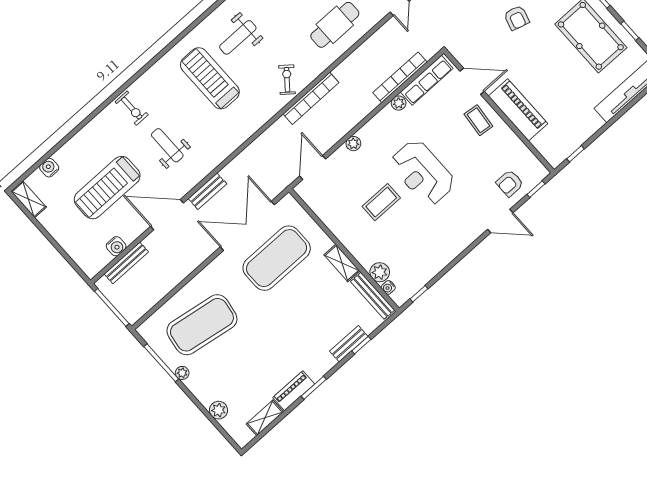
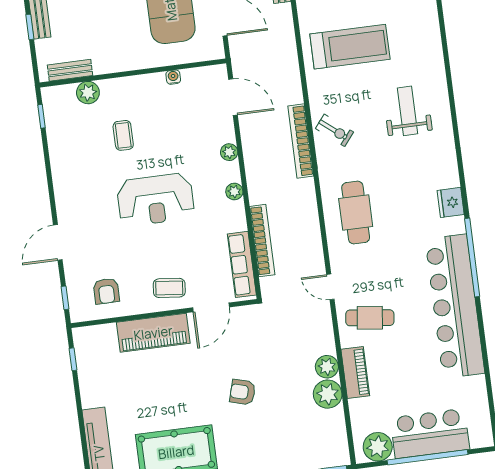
treadmill: (210, 78) -> (350, 47), moved
plant: (399, 103) -> (234, 191), moved
reception desk: (423, 173) -> (156, 200), turned 180
armchair: (510, 183) -> (106, 291), moved, turned 180
coffee table: (381, 202) -> (123, 135), moved, width x0.73, depth x0.77
shelving: (342, 263) -> (122, 62), removed
water cooler: (388, 287) -> (173, 77), moved
bench: (373, 296) -> (70, 70), width x0.73

